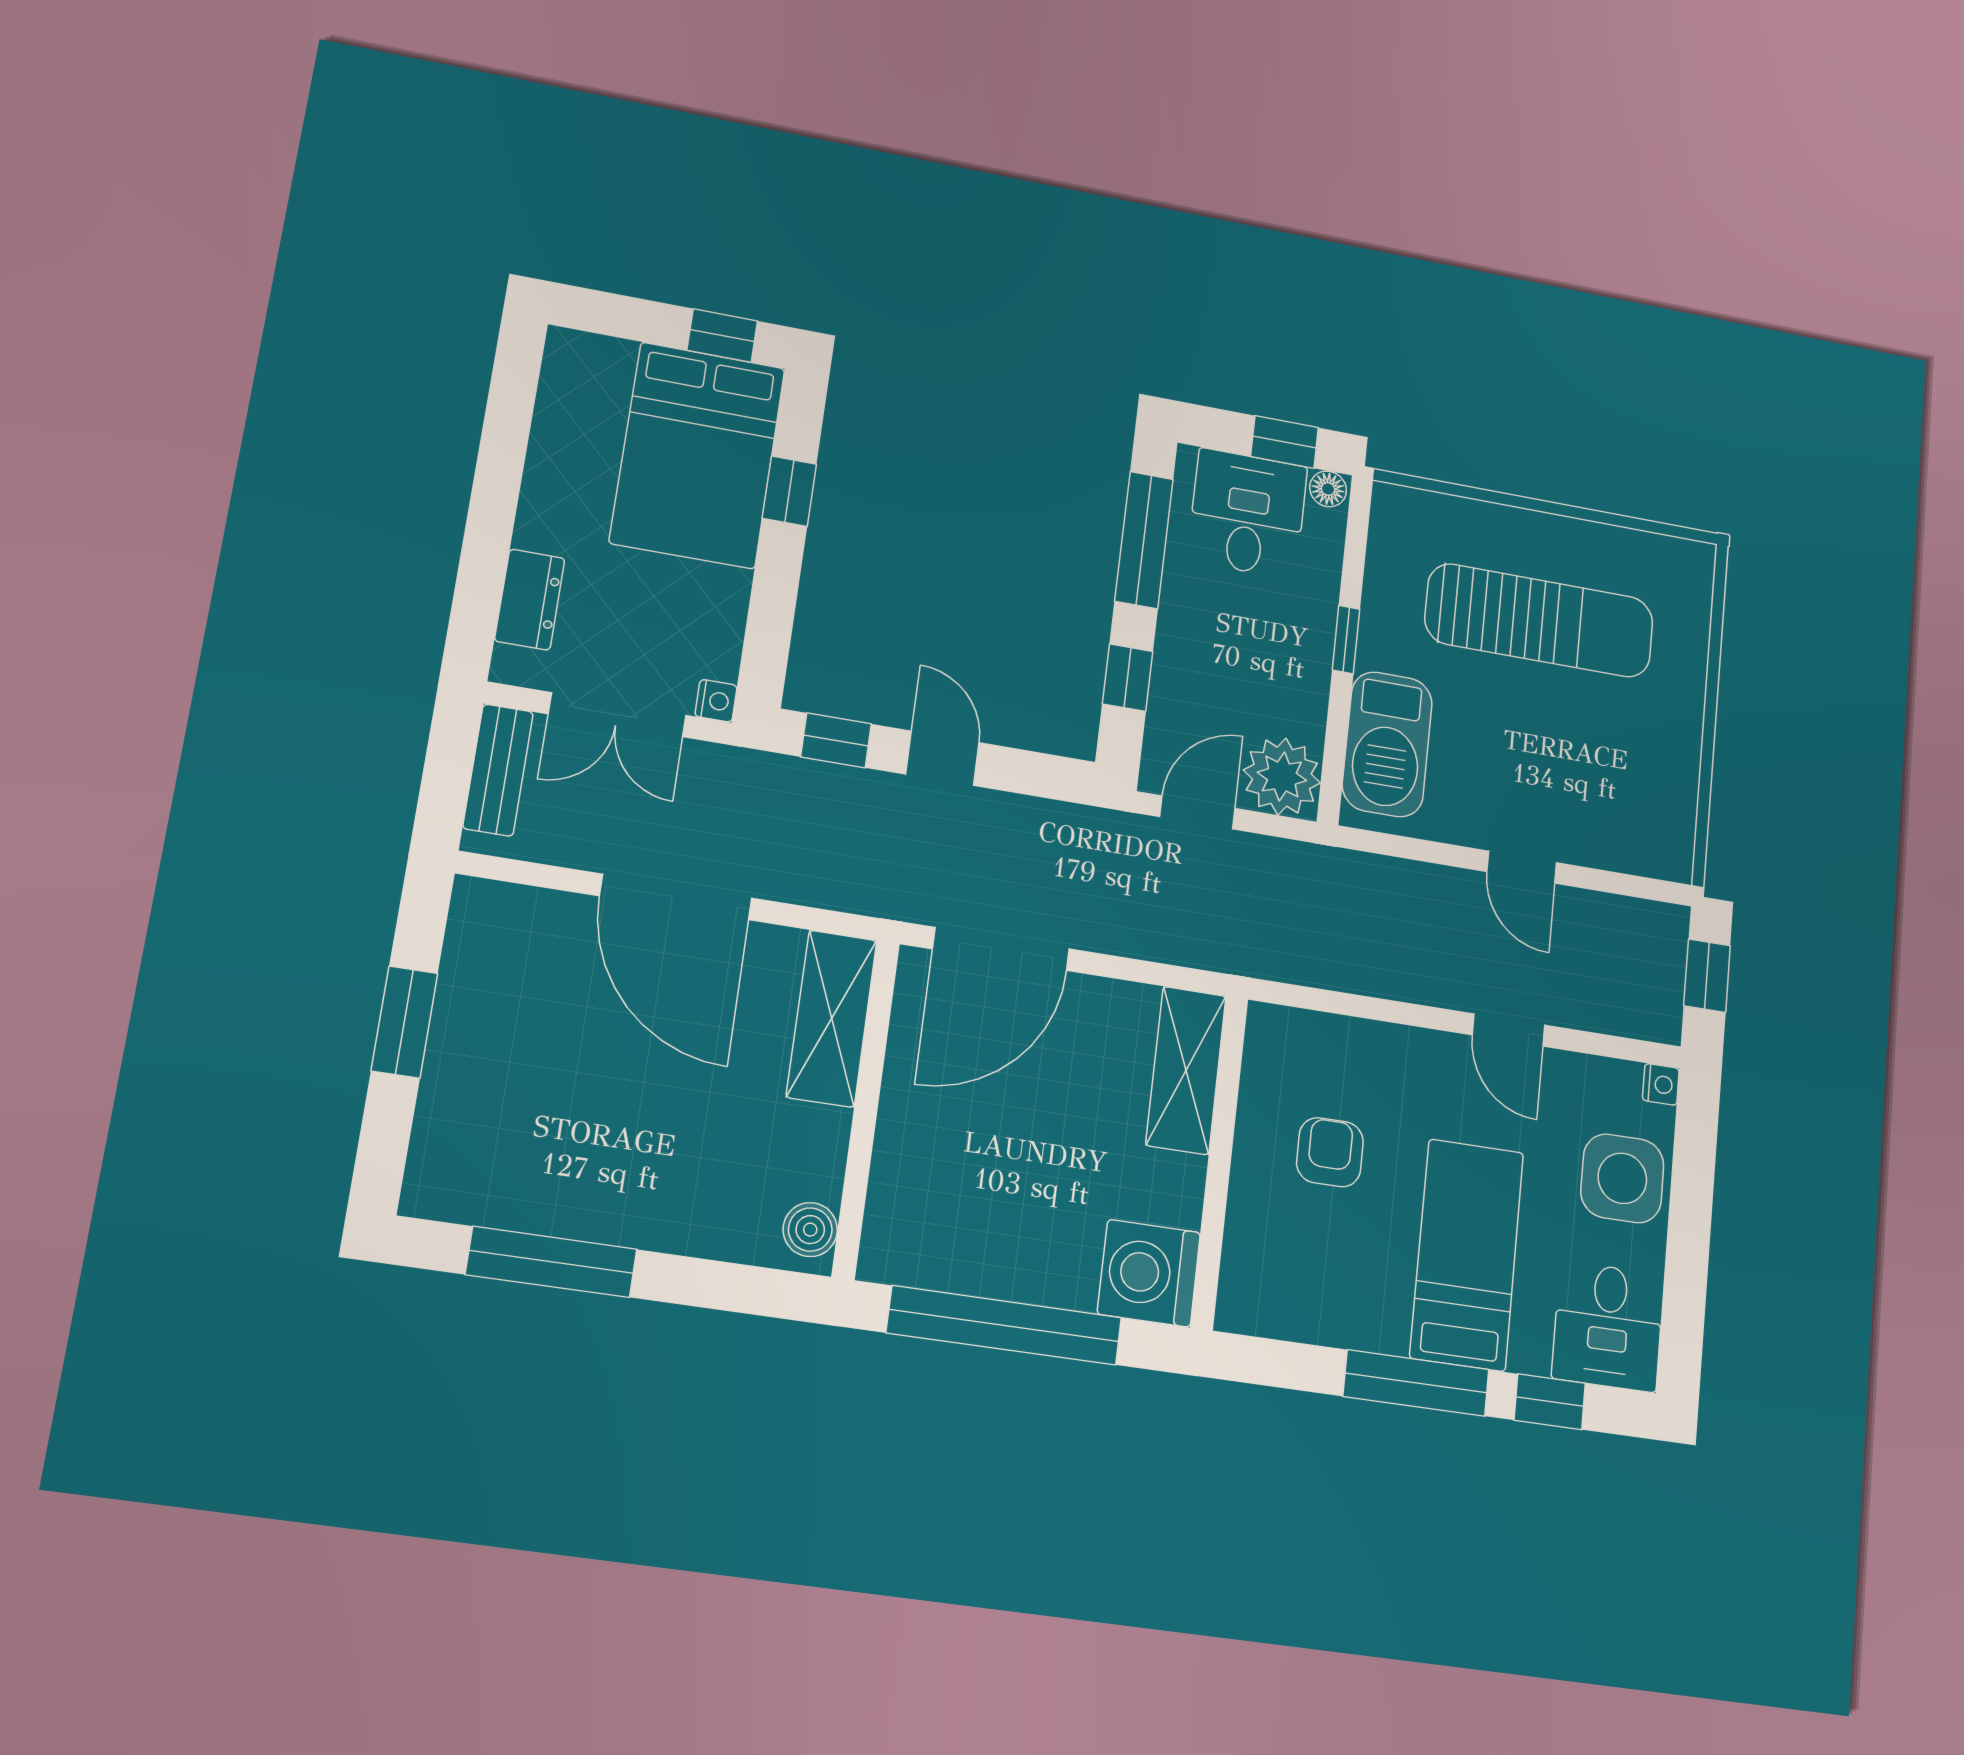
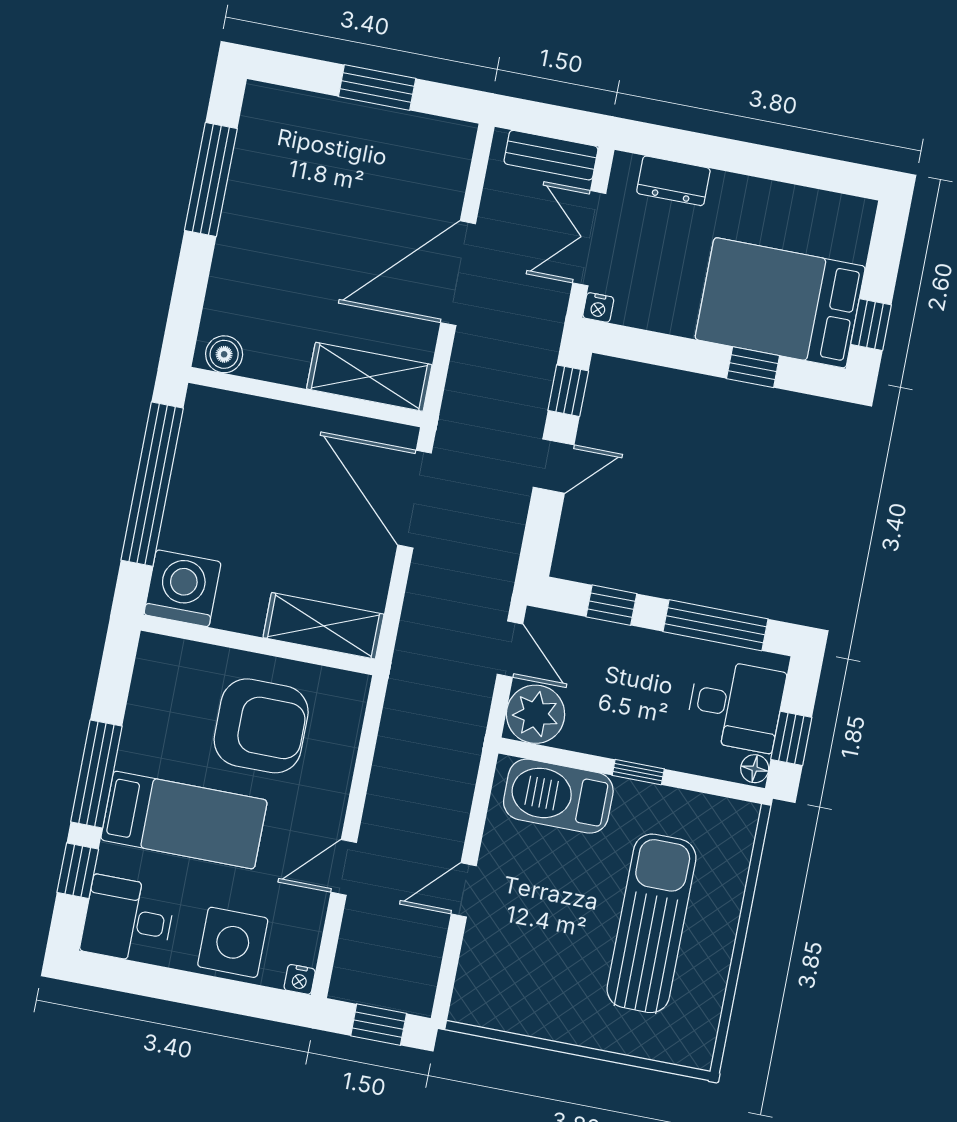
sun lounger: (1539, 620) -> (651, 923), turned 180
armchair: (1330, 1152) -> (261, 726), width x1.88, depth x1.88

